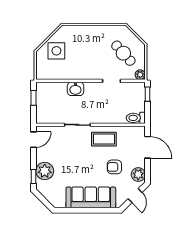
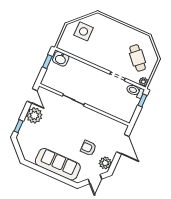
washbasin: (75, 89) -> (61, 59), moved
toilet: (136, 118) -> (135, 91), moved
coffee table: (104, 139) -> (90, 121), removed
door: (33, 140) -> (32, 96), hinge flipped
plant: (45, 171) -> (34, 115), moved

